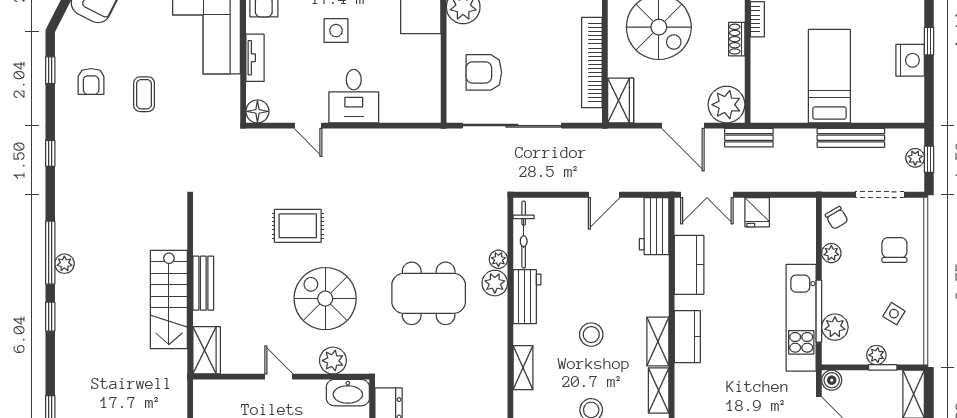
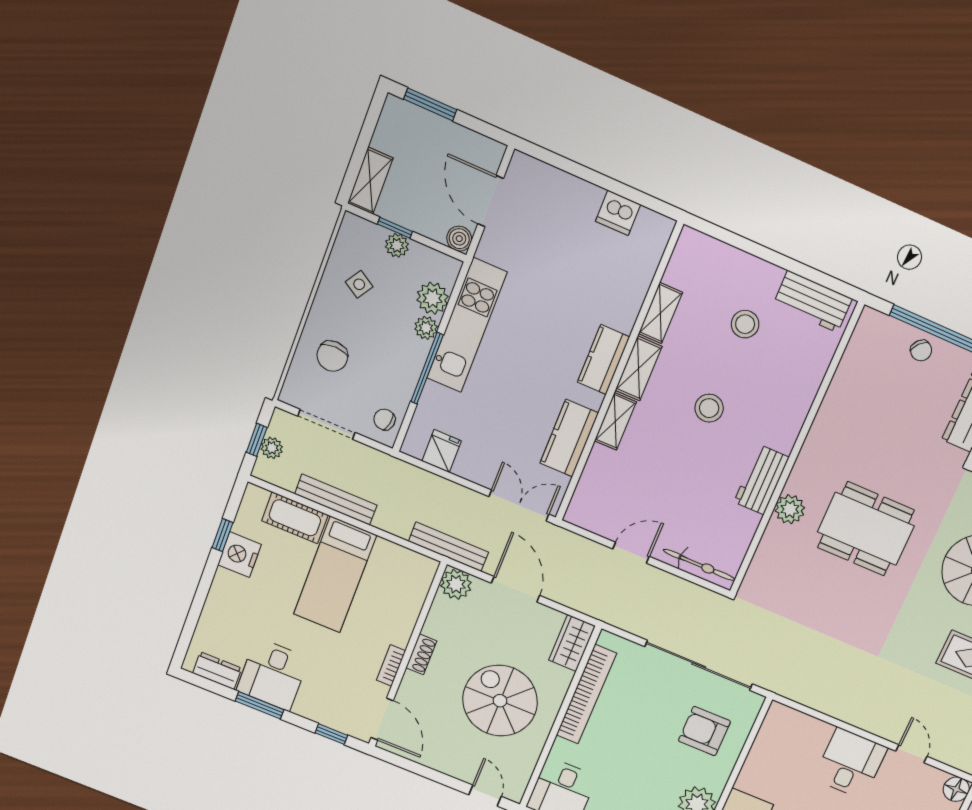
window: (929, 41) -> (222, 535), moved
armchair: (484, 72) -> (704, 731), turned 180
plant: (727, 105) -> (456, 584), width x0.73, depth x0.73
cot: (877, 109) -> (295, 518), added
bench: (749, 138) -> (449, 547), width x1.36
fridge: (757, 212) -> (442, 451), moved
chair: (837, 218) -> (384, 420), turned -49
workbench: (654, 226) -> (590, 496), removed
bicycle: (524, 235) -> (699, 565), moved, turned 90
plant: (831, 253) -> (426, 328), moved
plant: (498, 259) -> (775, 533), removed
window: (819, 311) -> (427, 368), moved
shelving: (523, 368) -> (615, 421), moved

